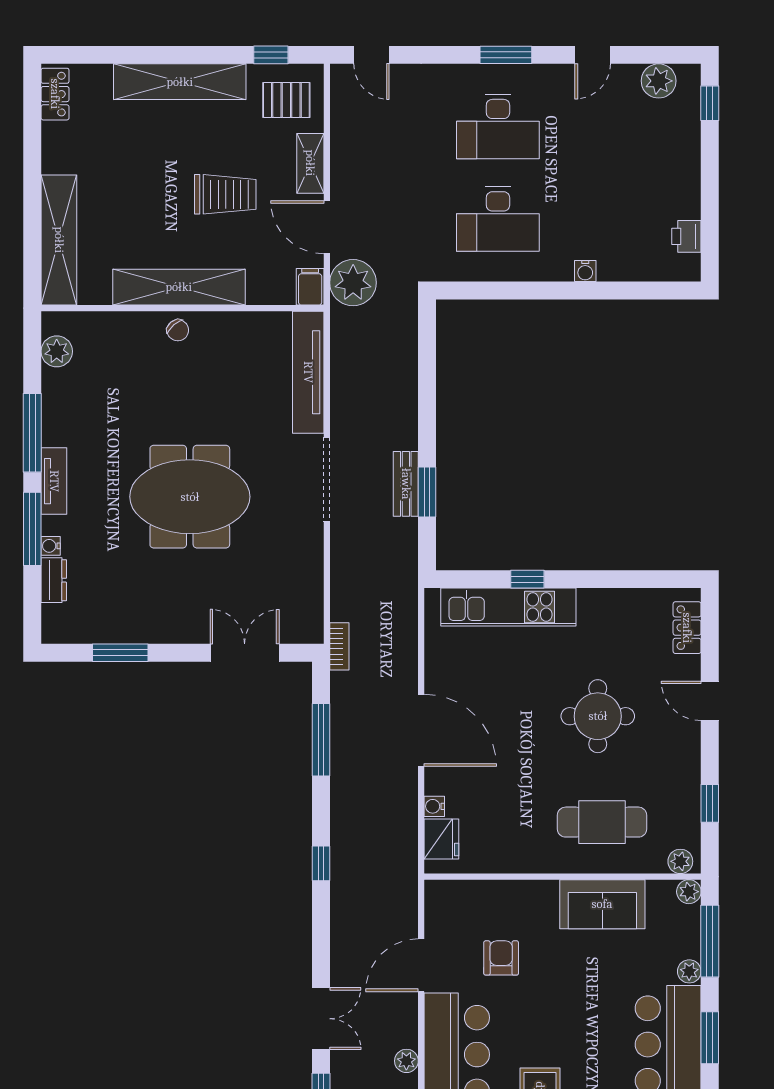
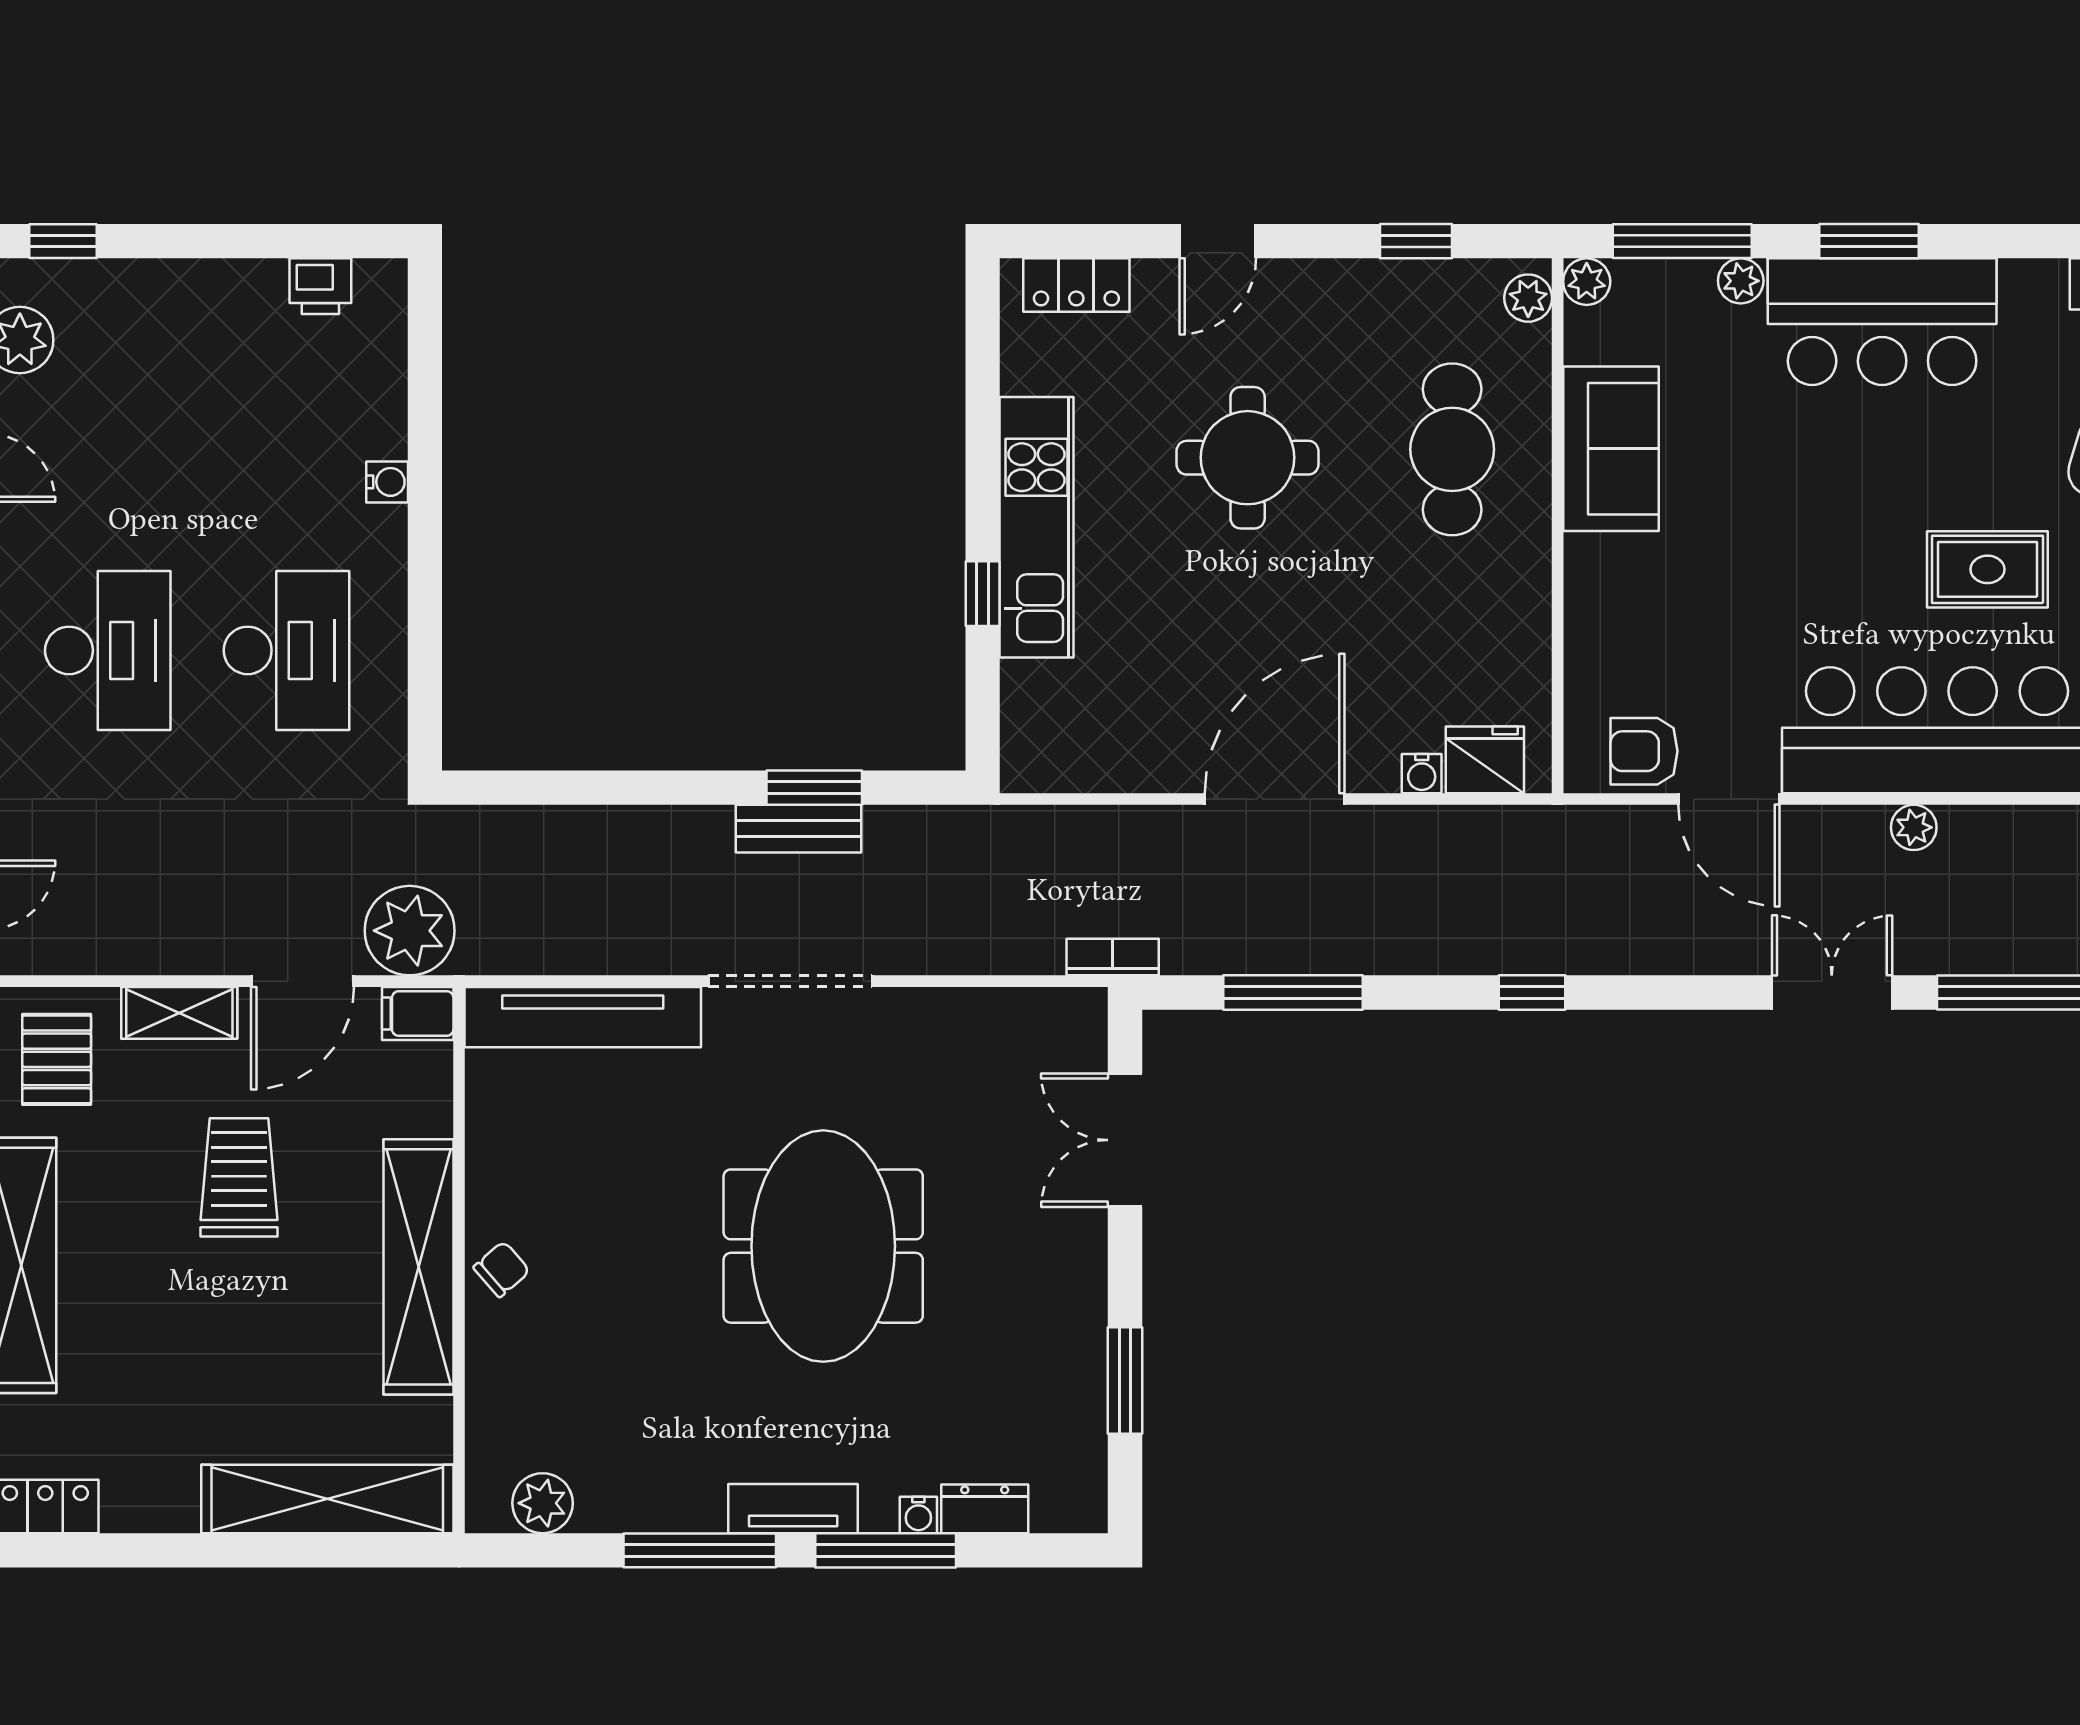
kitchen unit: (508, 607) -> (1036, 527), moved
armchair: (501, 958) -> (1644, 751), moved

